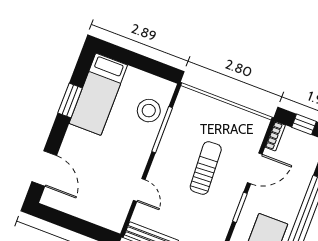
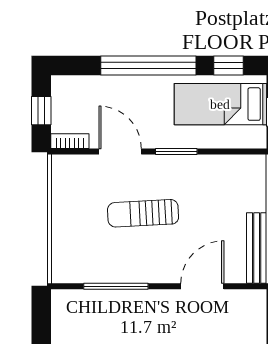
stool: (149, 111) -> (98, 312), removed
door: (139, 190) -> (202, 286), width x1.38

